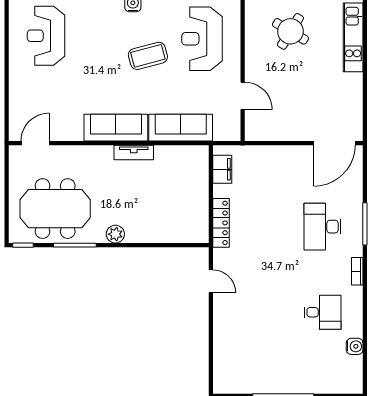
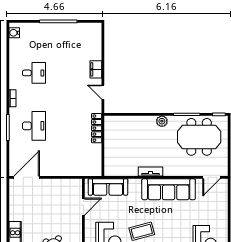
door: (243, 96) -> (83, 207), swing flipped
sofa: (116, 128) -> (169, 189), width x1.36, depth x1.27
sofa: (181, 128) -> (108, 187), moved
filing cabinet: (222, 169) -> (96, 69), moved
desk: (323, 312) -> (34, 73), turned 180
water cooler: (355, 346) -> (14, 33), moved

